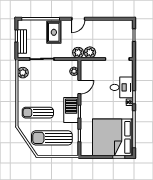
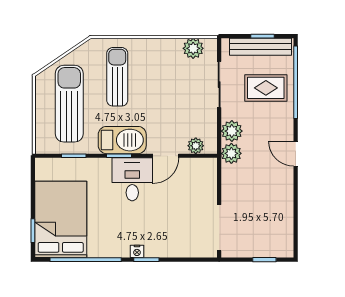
rug: (54, 32) -> (266, 88), moved
bench: (22, 42) -> (261, 47), width x1.36
plant: (90, 52) -> (232, 131), moved
door: (79, 87) -> (166, 156), hinge flipped
desk: (122, 87) -> (132, 179), moved, turned 180
bed: (113, 137) -> (61, 219), width x0.73

